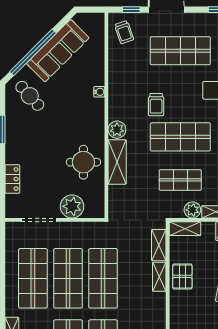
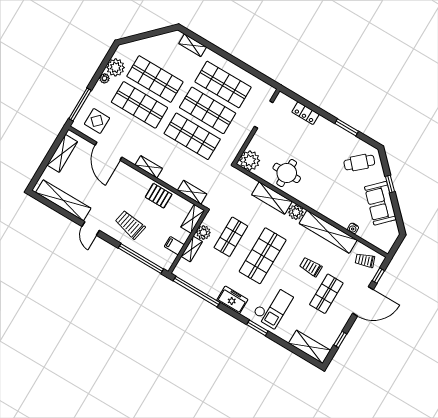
sofa: (58, 51) -> (380, 203), width x0.73
shop shelf: (180, 51) -> (326, 294), width x0.70, depth x0.74
window: (33, 52) -> (390, 184), width x0.32
shelving: (117, 86) -> (328, 232), added
water cooler: (99, 92) -> (353, 228), moved
trolley: (156, 105) -> (311, 267), moved
plant: (72, 206) -> (250, 161), moved
shelving: (159, 277) -> (149, 167), moved

